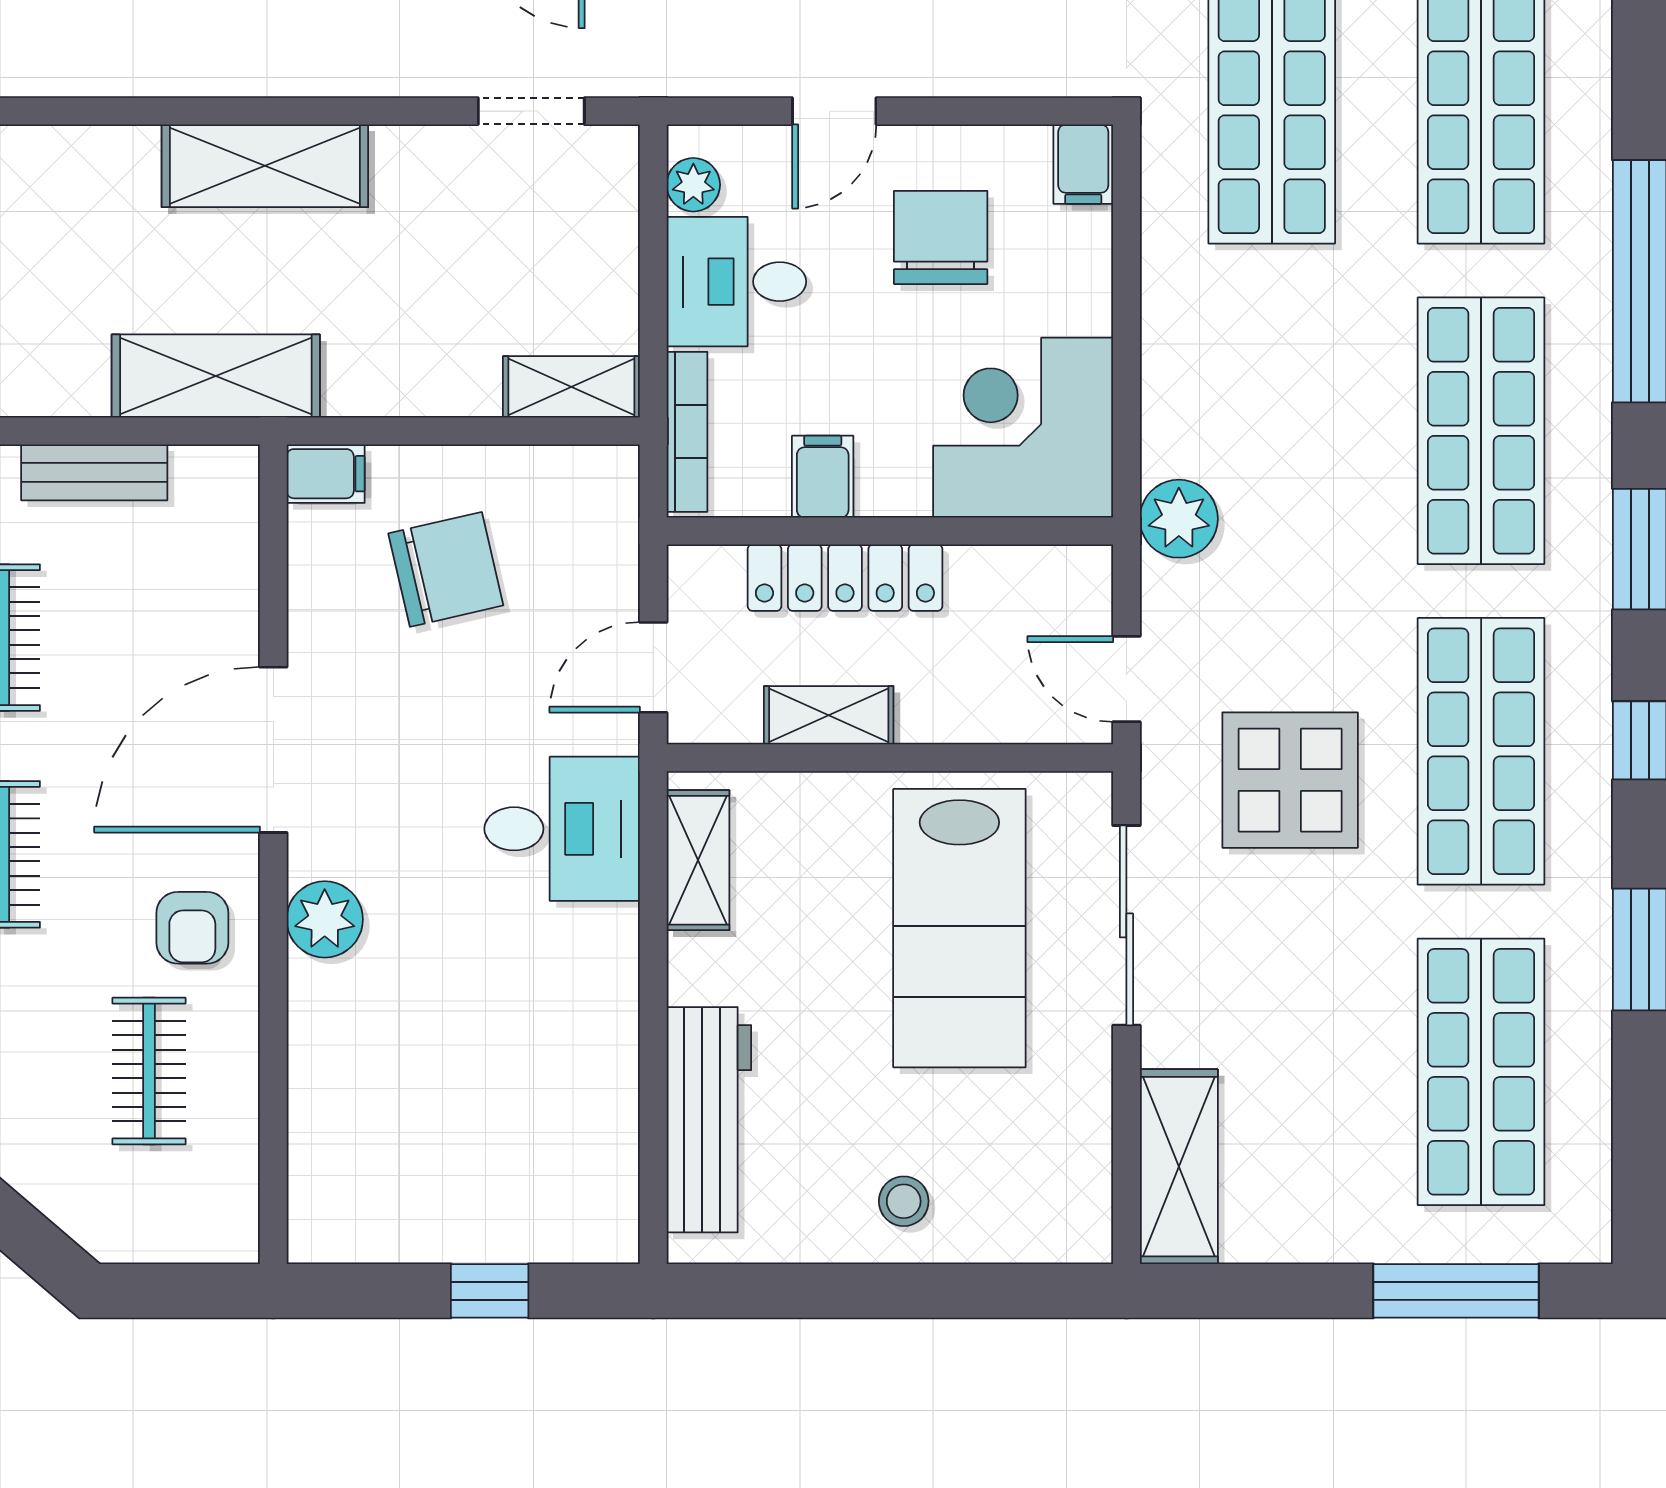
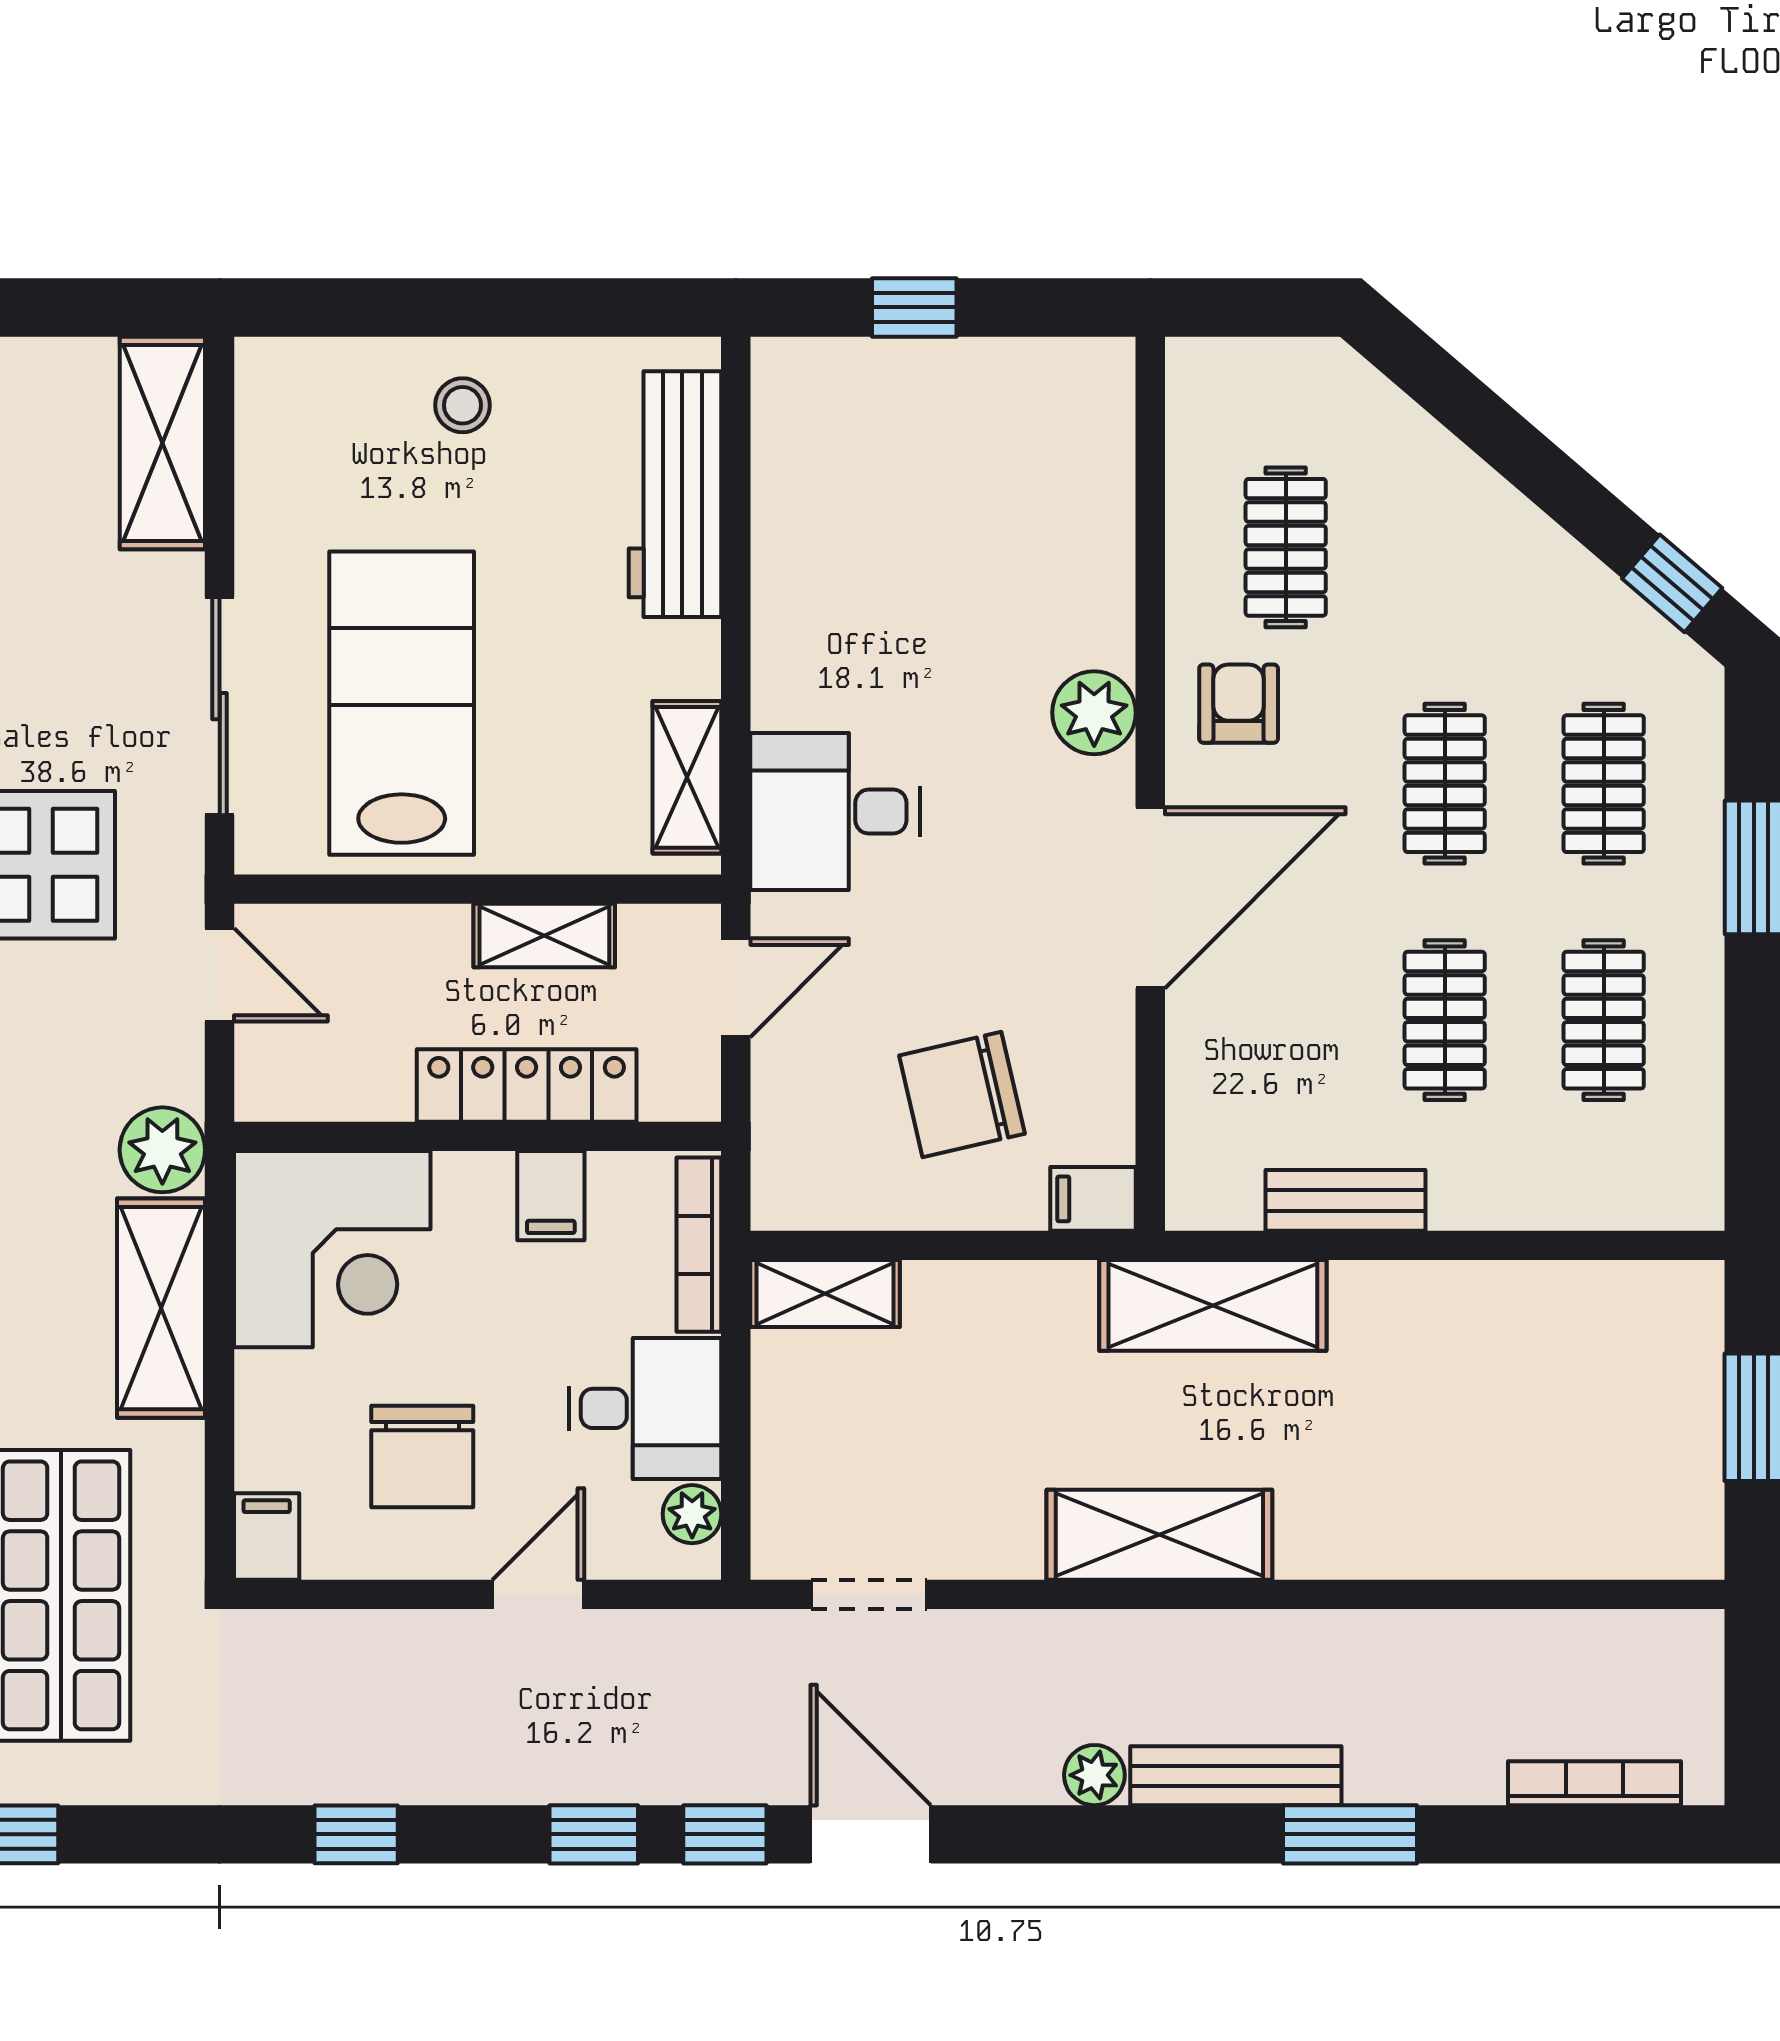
shelving: (1180, 374) -> (161, 1308), added

